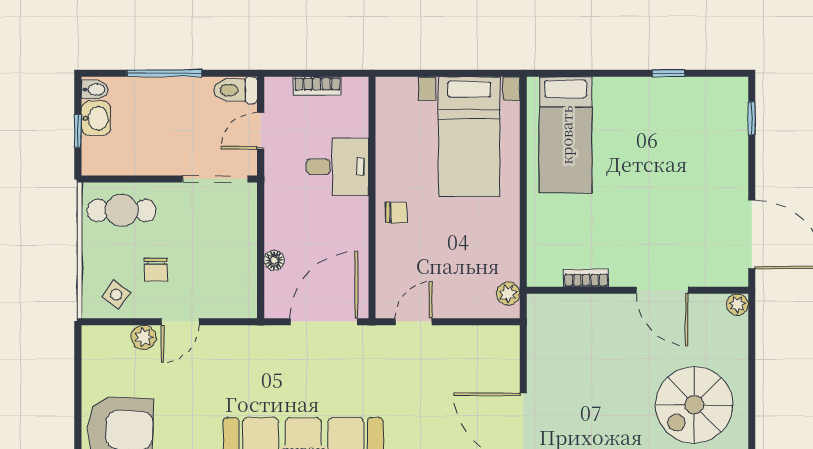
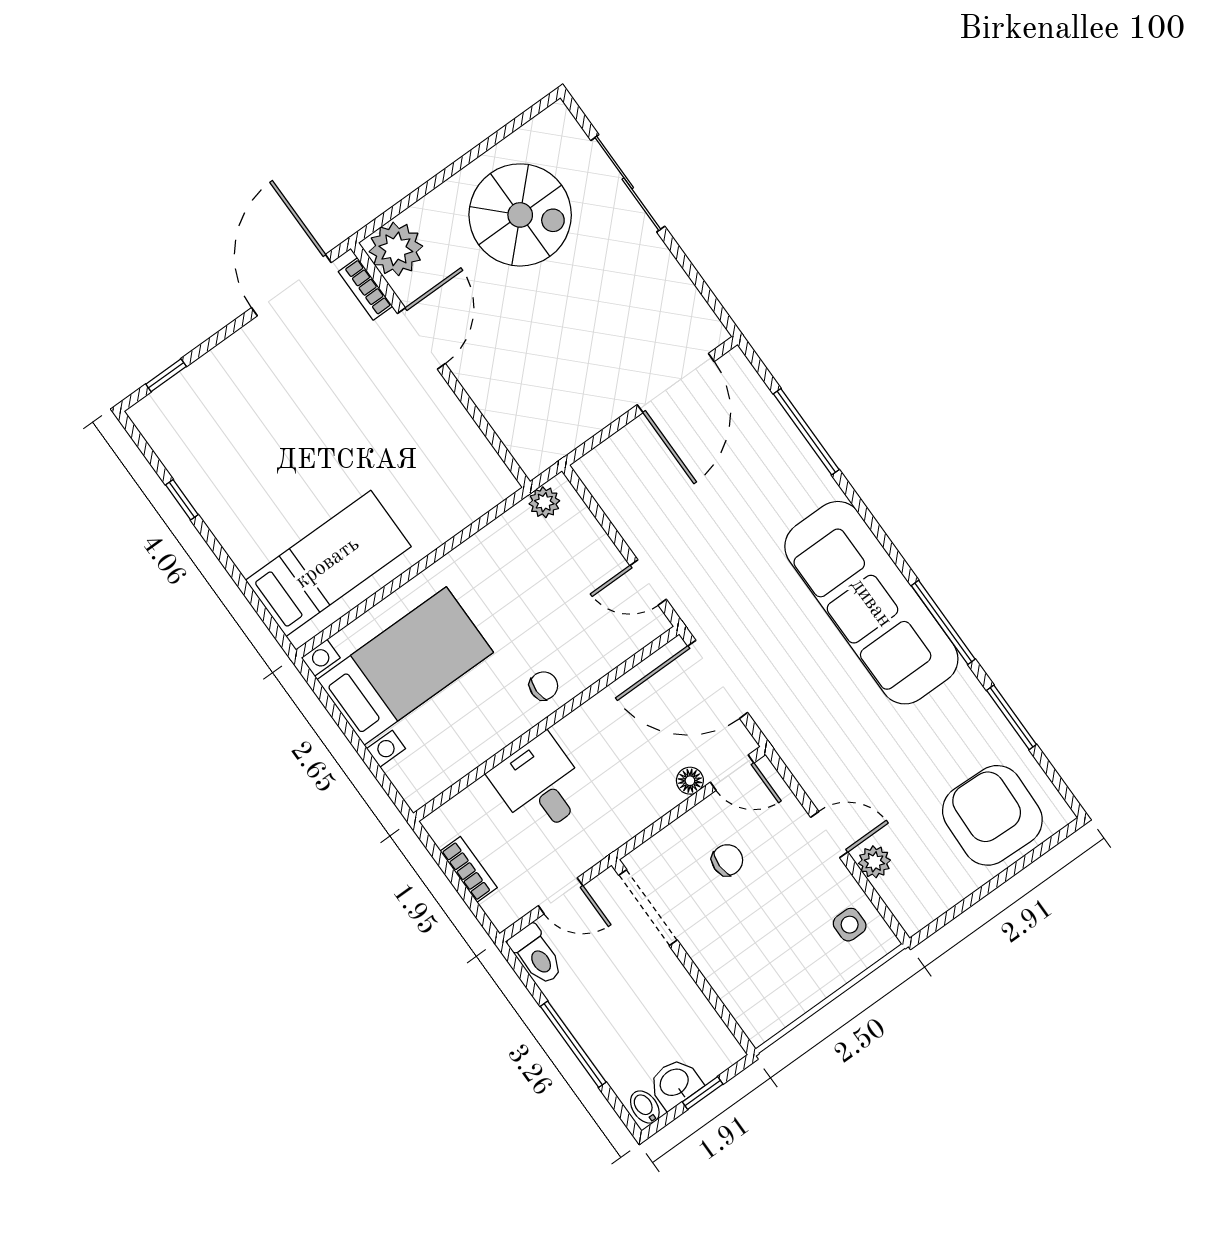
cafe table: (122, 210) -> (755, 984), removed
chair: (396, 213) -> (544, 686), turned 90
chair: (156, 270) -> (727, 860), moved
bookcase: (586, 278) -> (365, 289), moved
door: (261, 290) -> (732, 773), added
side table: (116, 295) -> (850, 925), turned -37
plant: (737, 305) -> (396, 249), width x1.87, depth x1.87

